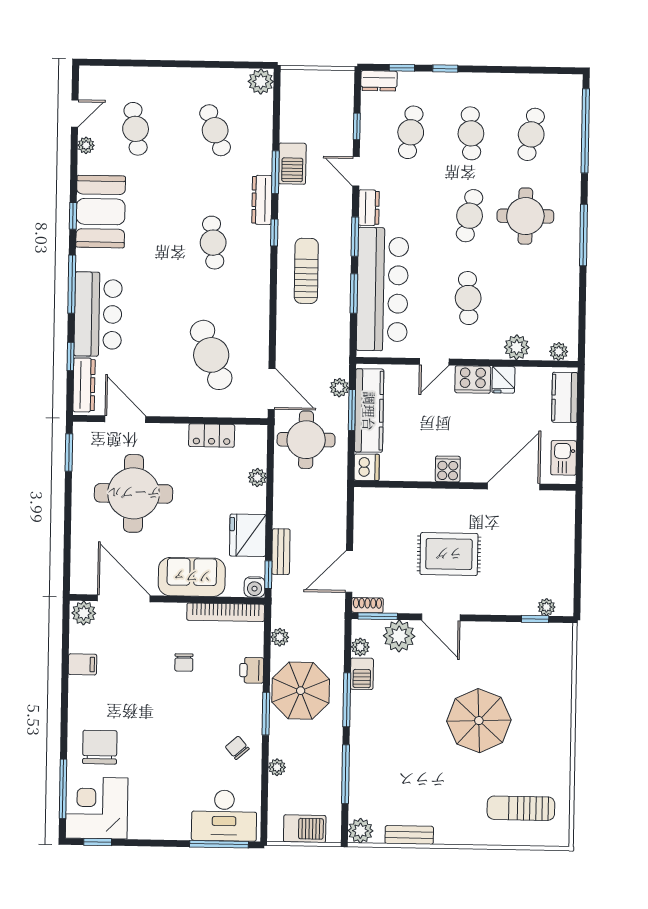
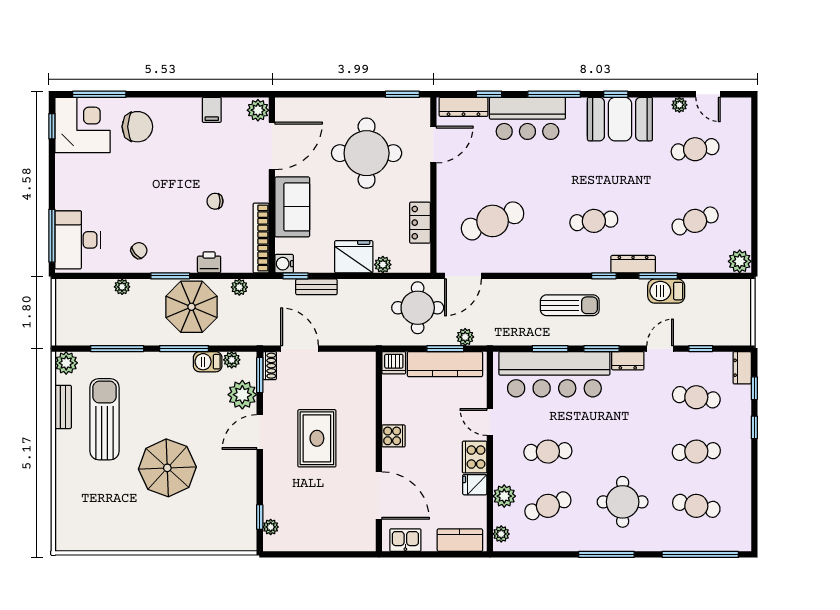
cafe table: (470, 216) -> (548, 506), moved, turned -33
fridge: (248, 535) -> (354, 257), moved
sun lounger: (521, 808) -> (105, 419), moved, width x1.36, depth x1.34
barbecue: (305, 829) -> (67, 313), removed

